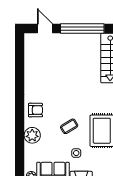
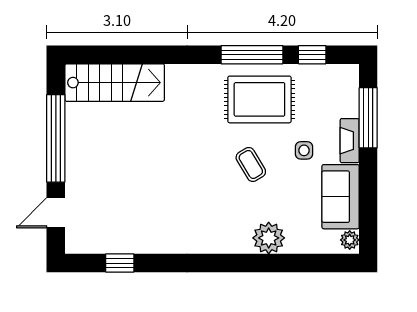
window: (20, 61) -> (120, 263), added
armchair: (35, 110) -> (218, 232), removed

